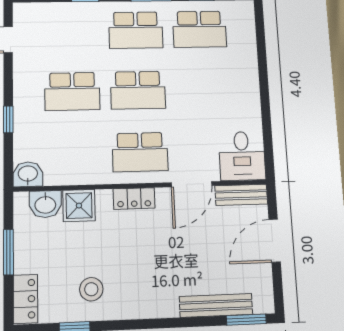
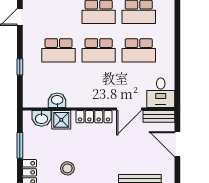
school desk: (140, 152) -> (139, 50), moved
washbasin: (28, 174) -> (57, 100), moved
locker: (134, 198) -> (94, 117), width x1.53
door: (275, 241) -> (177, 144), hinge flipped

